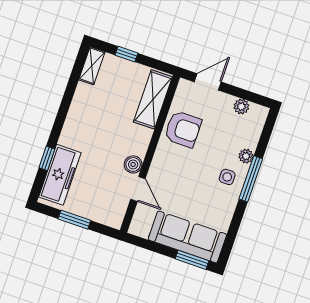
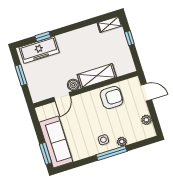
shelving: (153, 99) -> (97, 76), moved
armchair: (183, 129) -> (112, 97), turned -90

